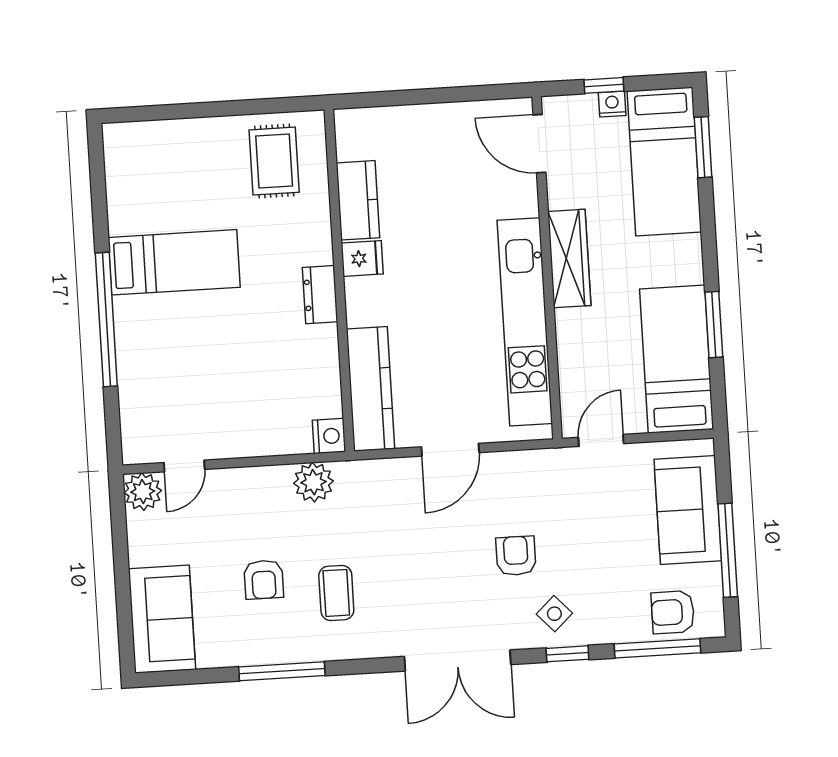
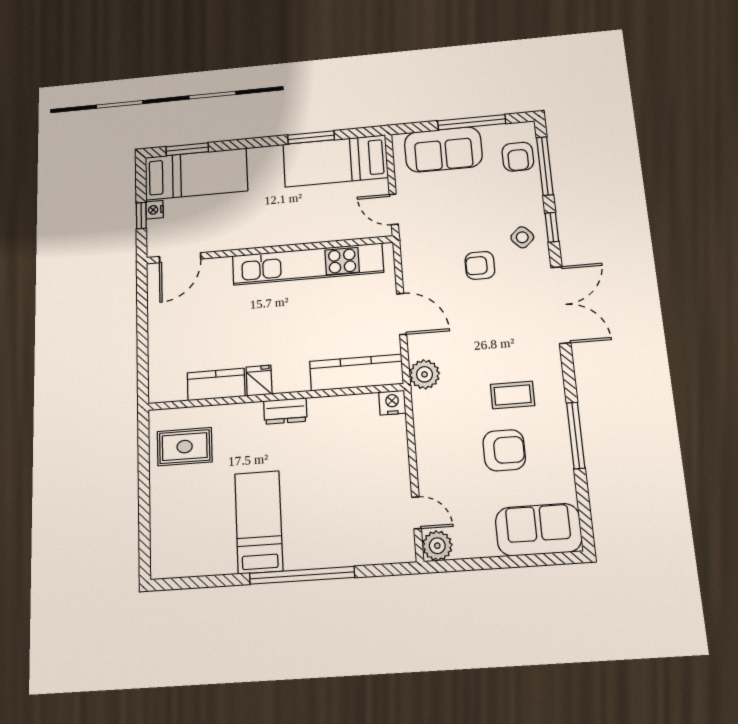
wardrobe: (569, 258) -> (262, 235), removed
plant: (313, 482) -> (425, 374), moved
armchair: (264, 580) -> (504, 450), width x1.38, depth x1.38

